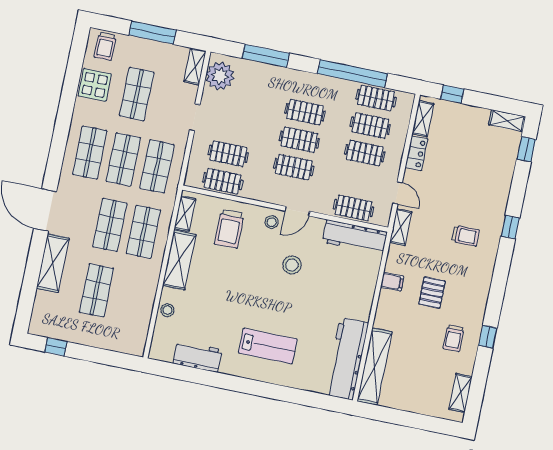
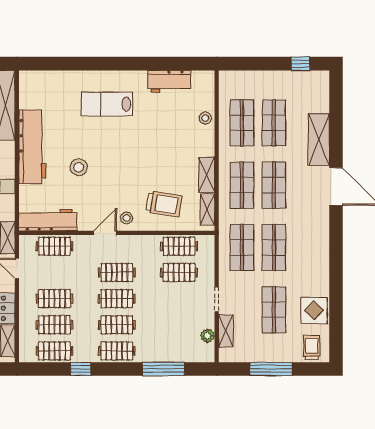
shelving: (195, 66) -> (226, 331), moved
window: (352, 74) -> (81, 369), width x0.32
plant: (220, 76) -> (207, 336), width x0.53, depth x0.53
clothes rail: (311, 85) -> (117, 351), added
shop shelf: (90, 153) -> (242, 123), moved
trolley: (229, 229) -> (164, 204), turned 99
shelving: (179, 260) -> (207, 175), width x0.67, depth x0.75
stool: (292, 265) -> (79, 167), moved
workbench: (347, 359) -> (32, 147), moved

